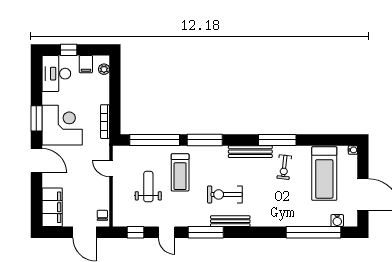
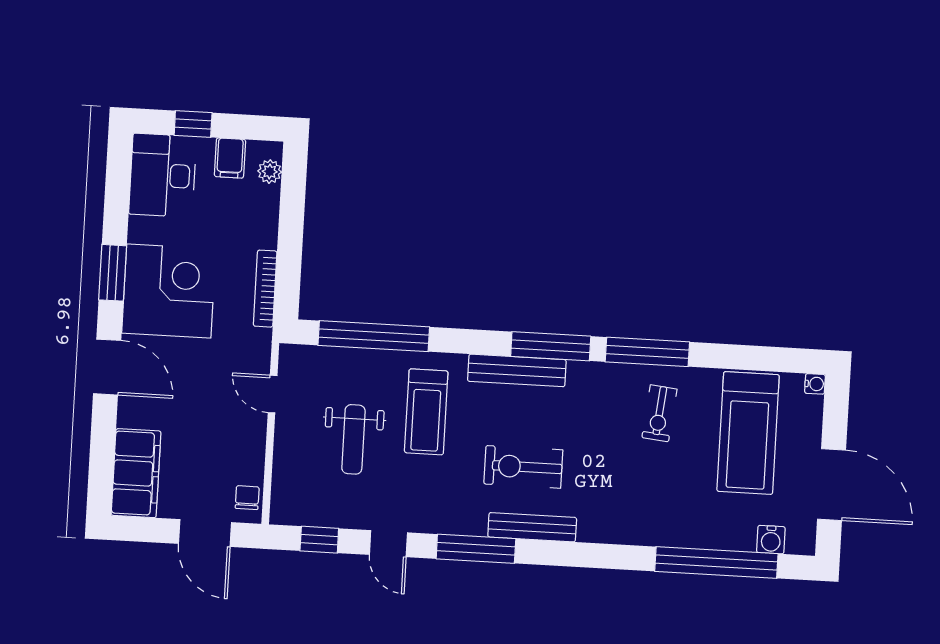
window: (205, 140) -> (551, 346), moved
bench: (250, 152) -> (517, 370), moved
weight bench: (148, 187) -> (353, 439), turned 180

